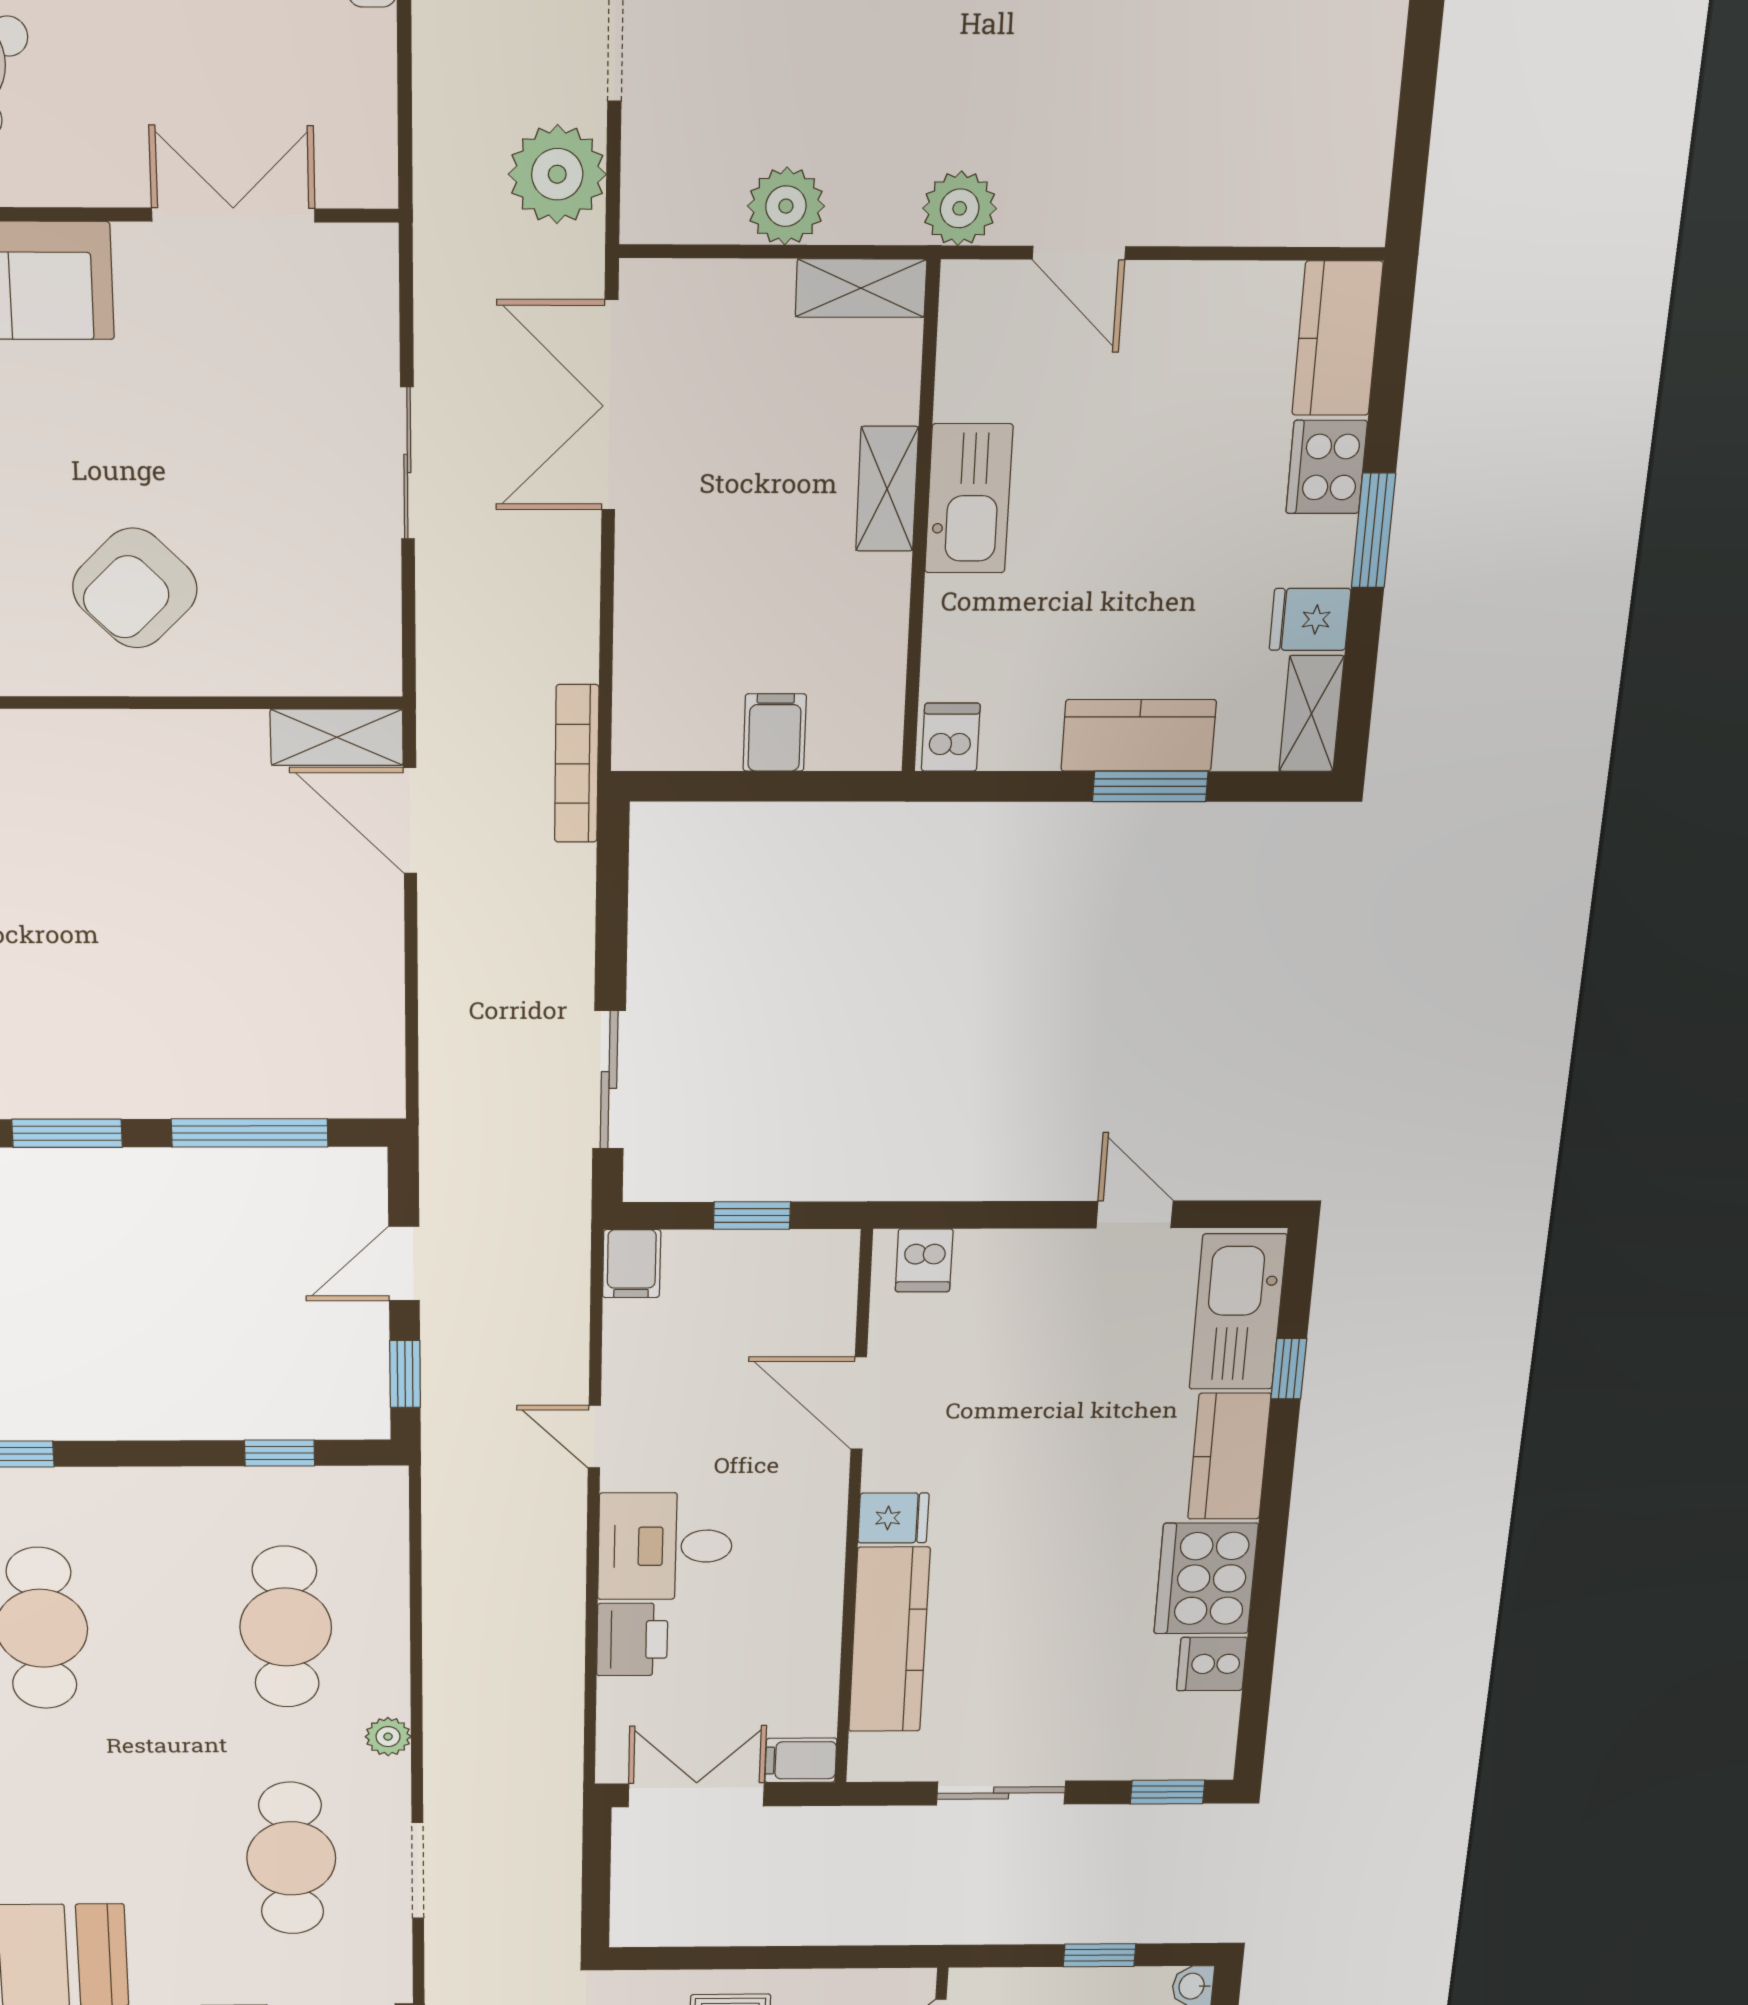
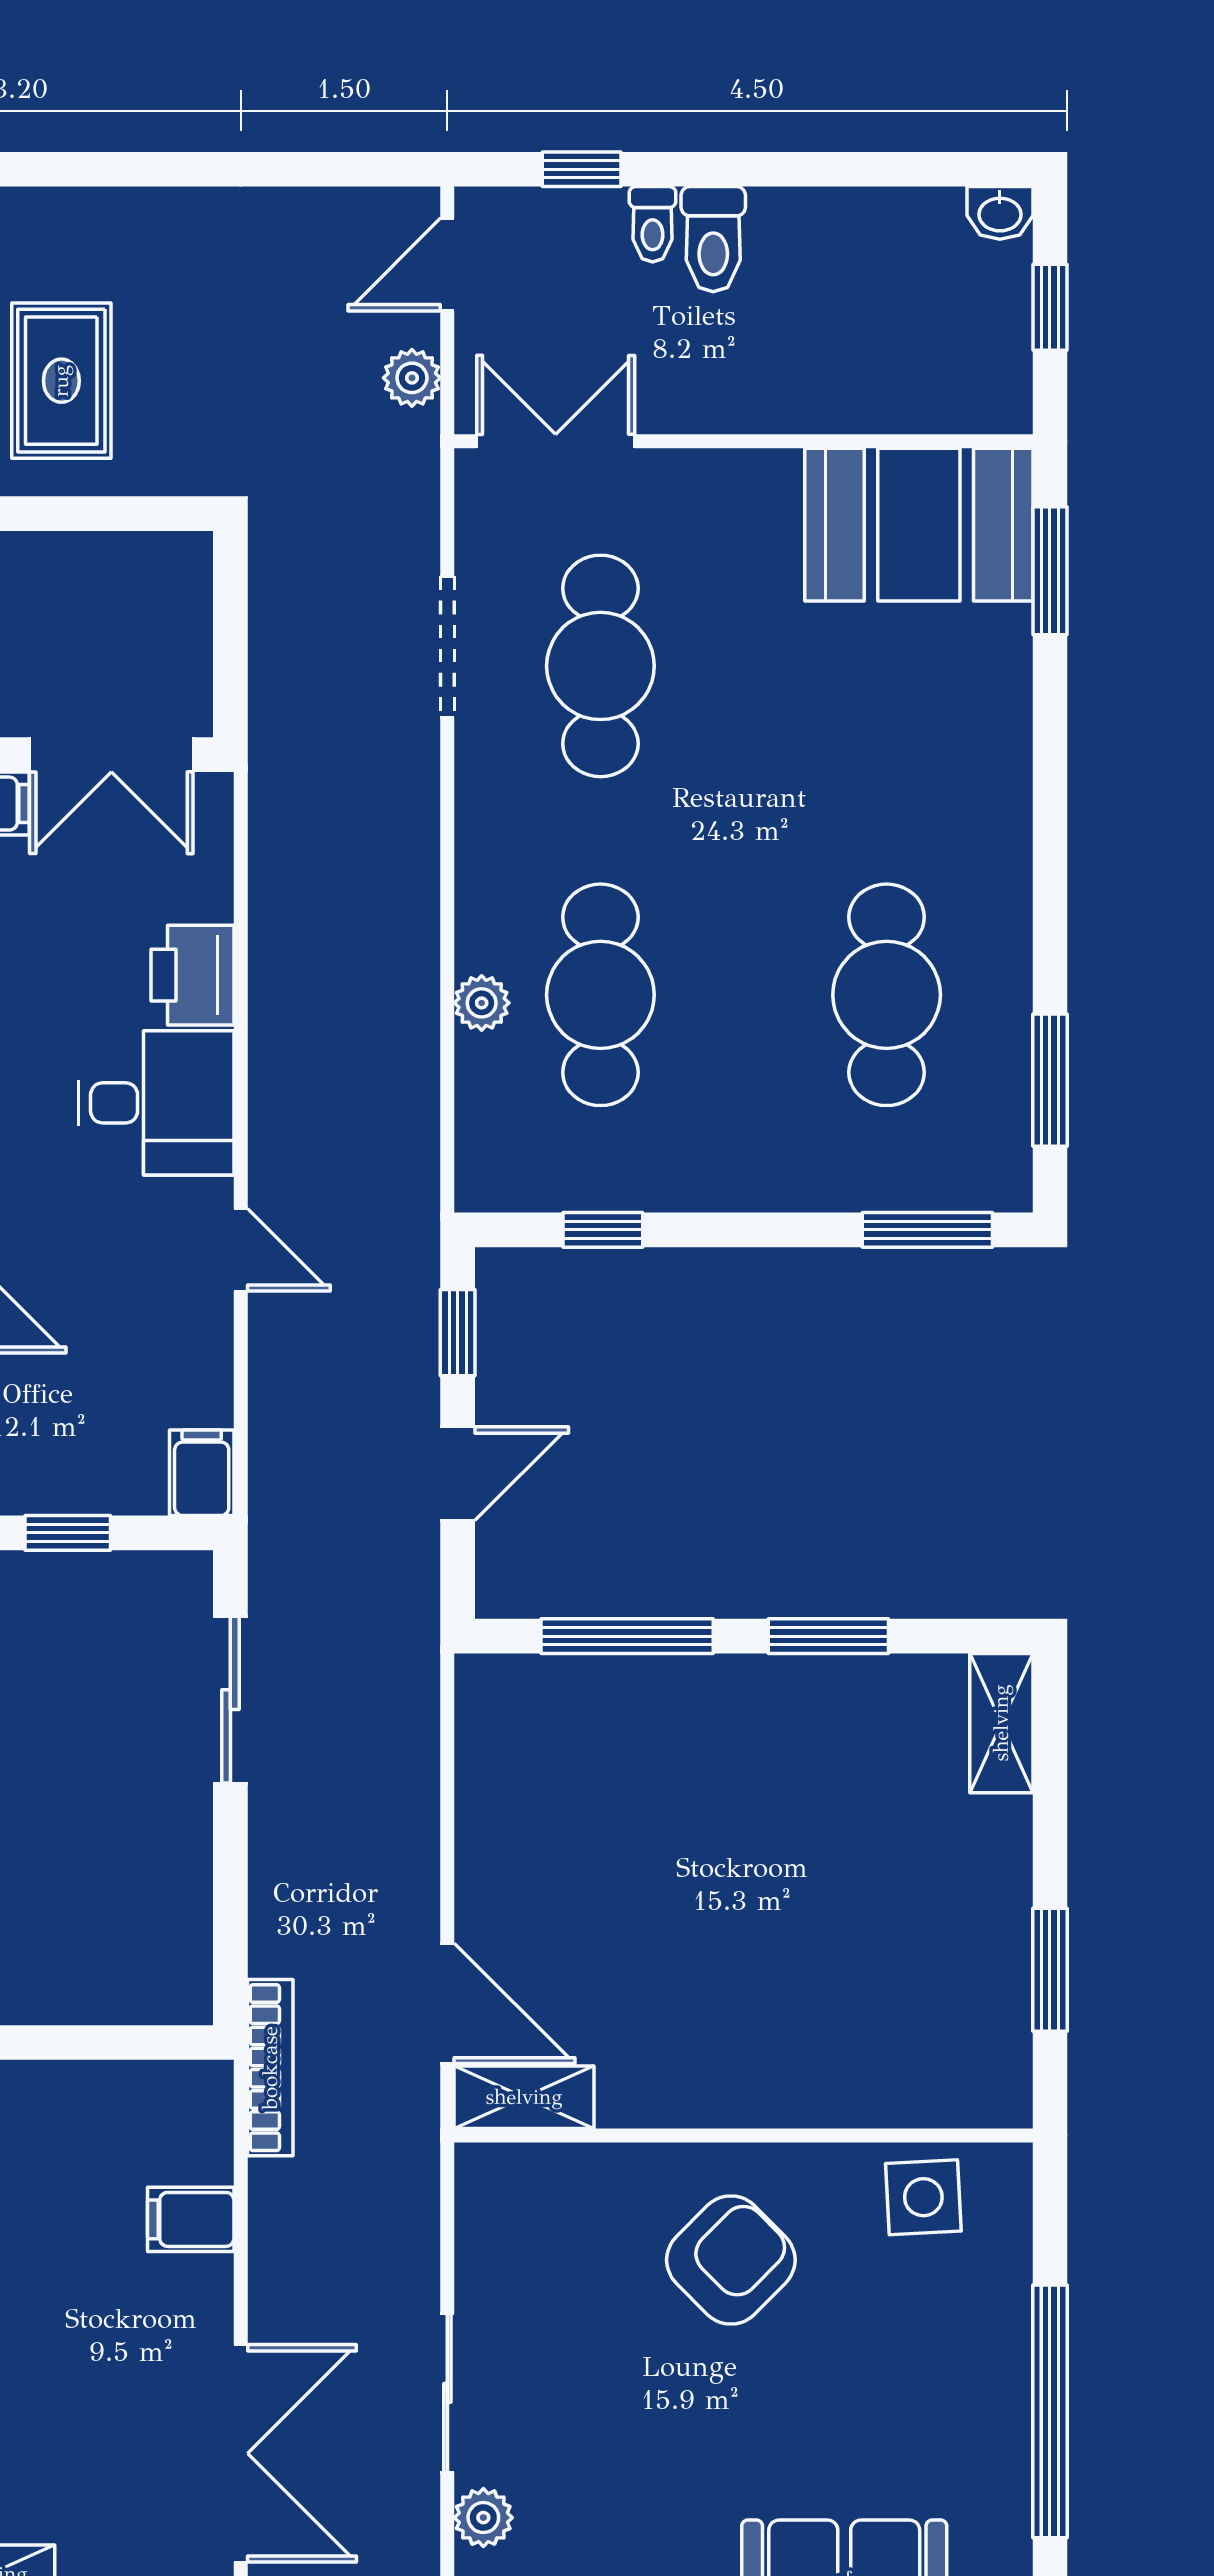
plant: (371, 343) -> (483, 2518), added
filing cabinet: (775, 733) -> (191, 2219), moved, turned 90
plant: (388, 1737) -> (482, 1003), moved

